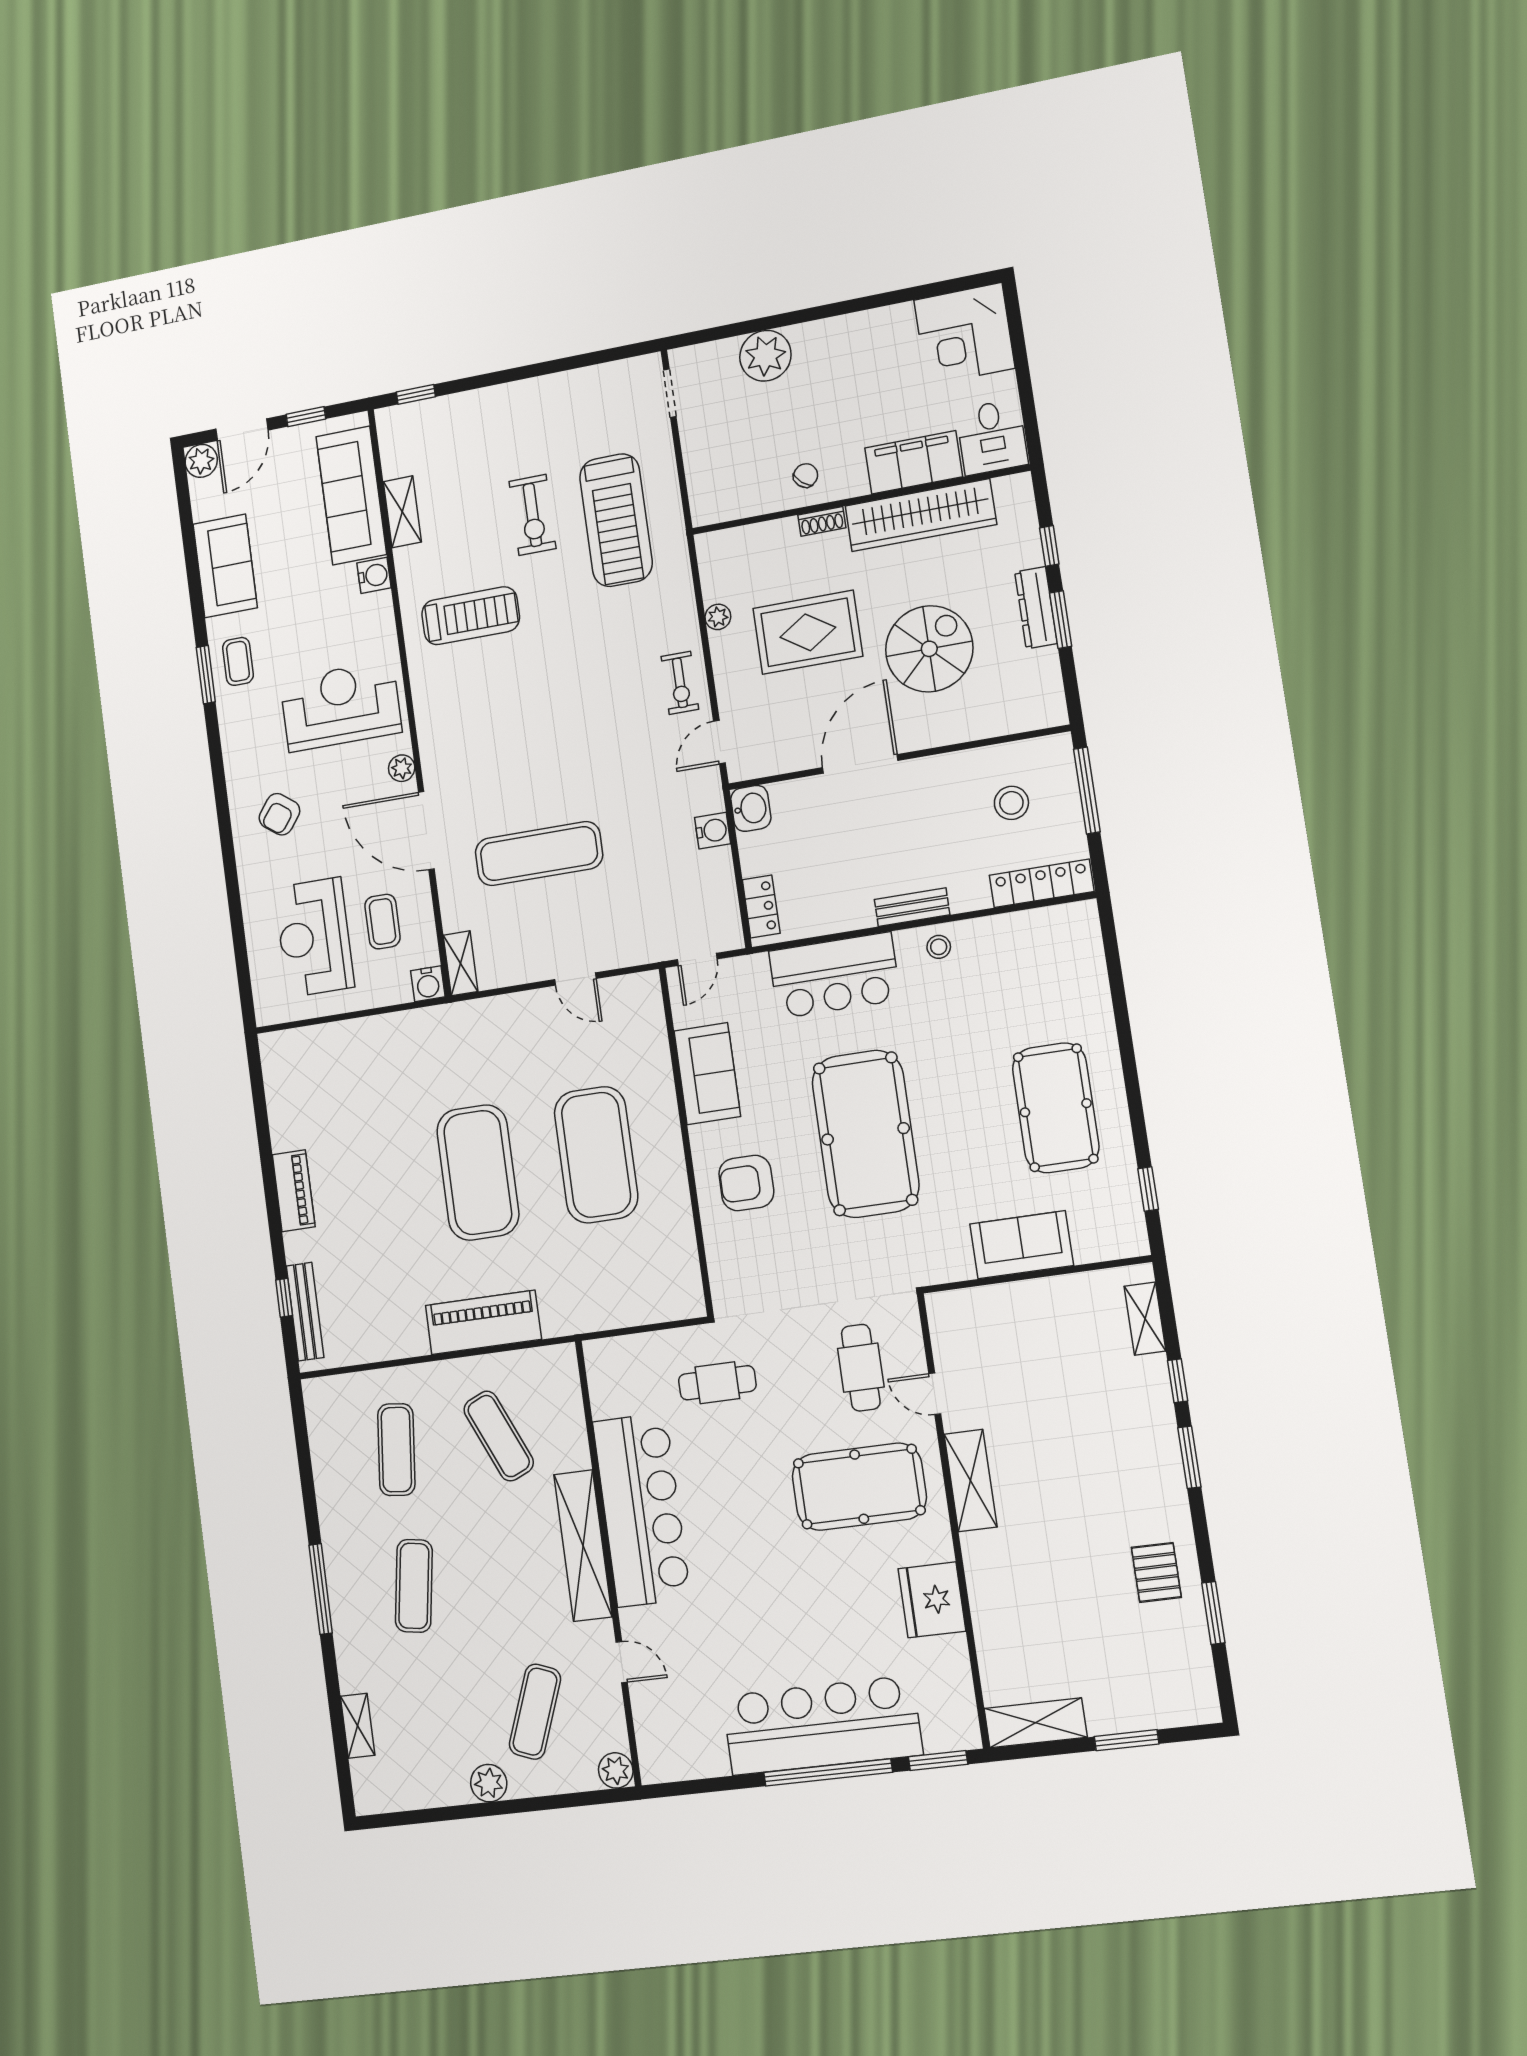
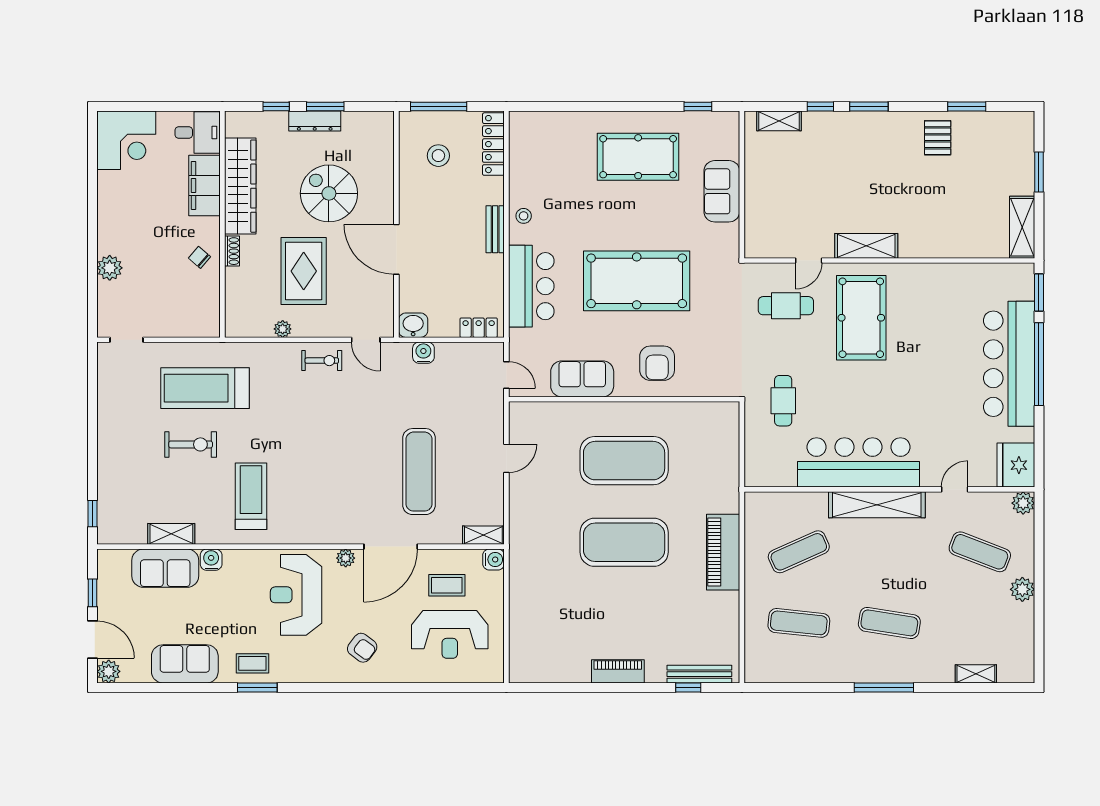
plant: (765, 356) -> (110, 268), width x0.73, depth x0.73
sofa: (351, 495) -> (165, 568), width x0.73
treadmill: (616, 520) -> (205, 388), turned 180
pallet: (1156, 1572) -> (938, 138), turned 90
fridge: (932, 1600) -> (1016, 465), moved, turned 90

